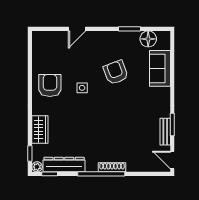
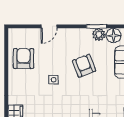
plant: (132, 38) -> (99, 34), added
armchair: (50, 86) -> (23, 58), moved

